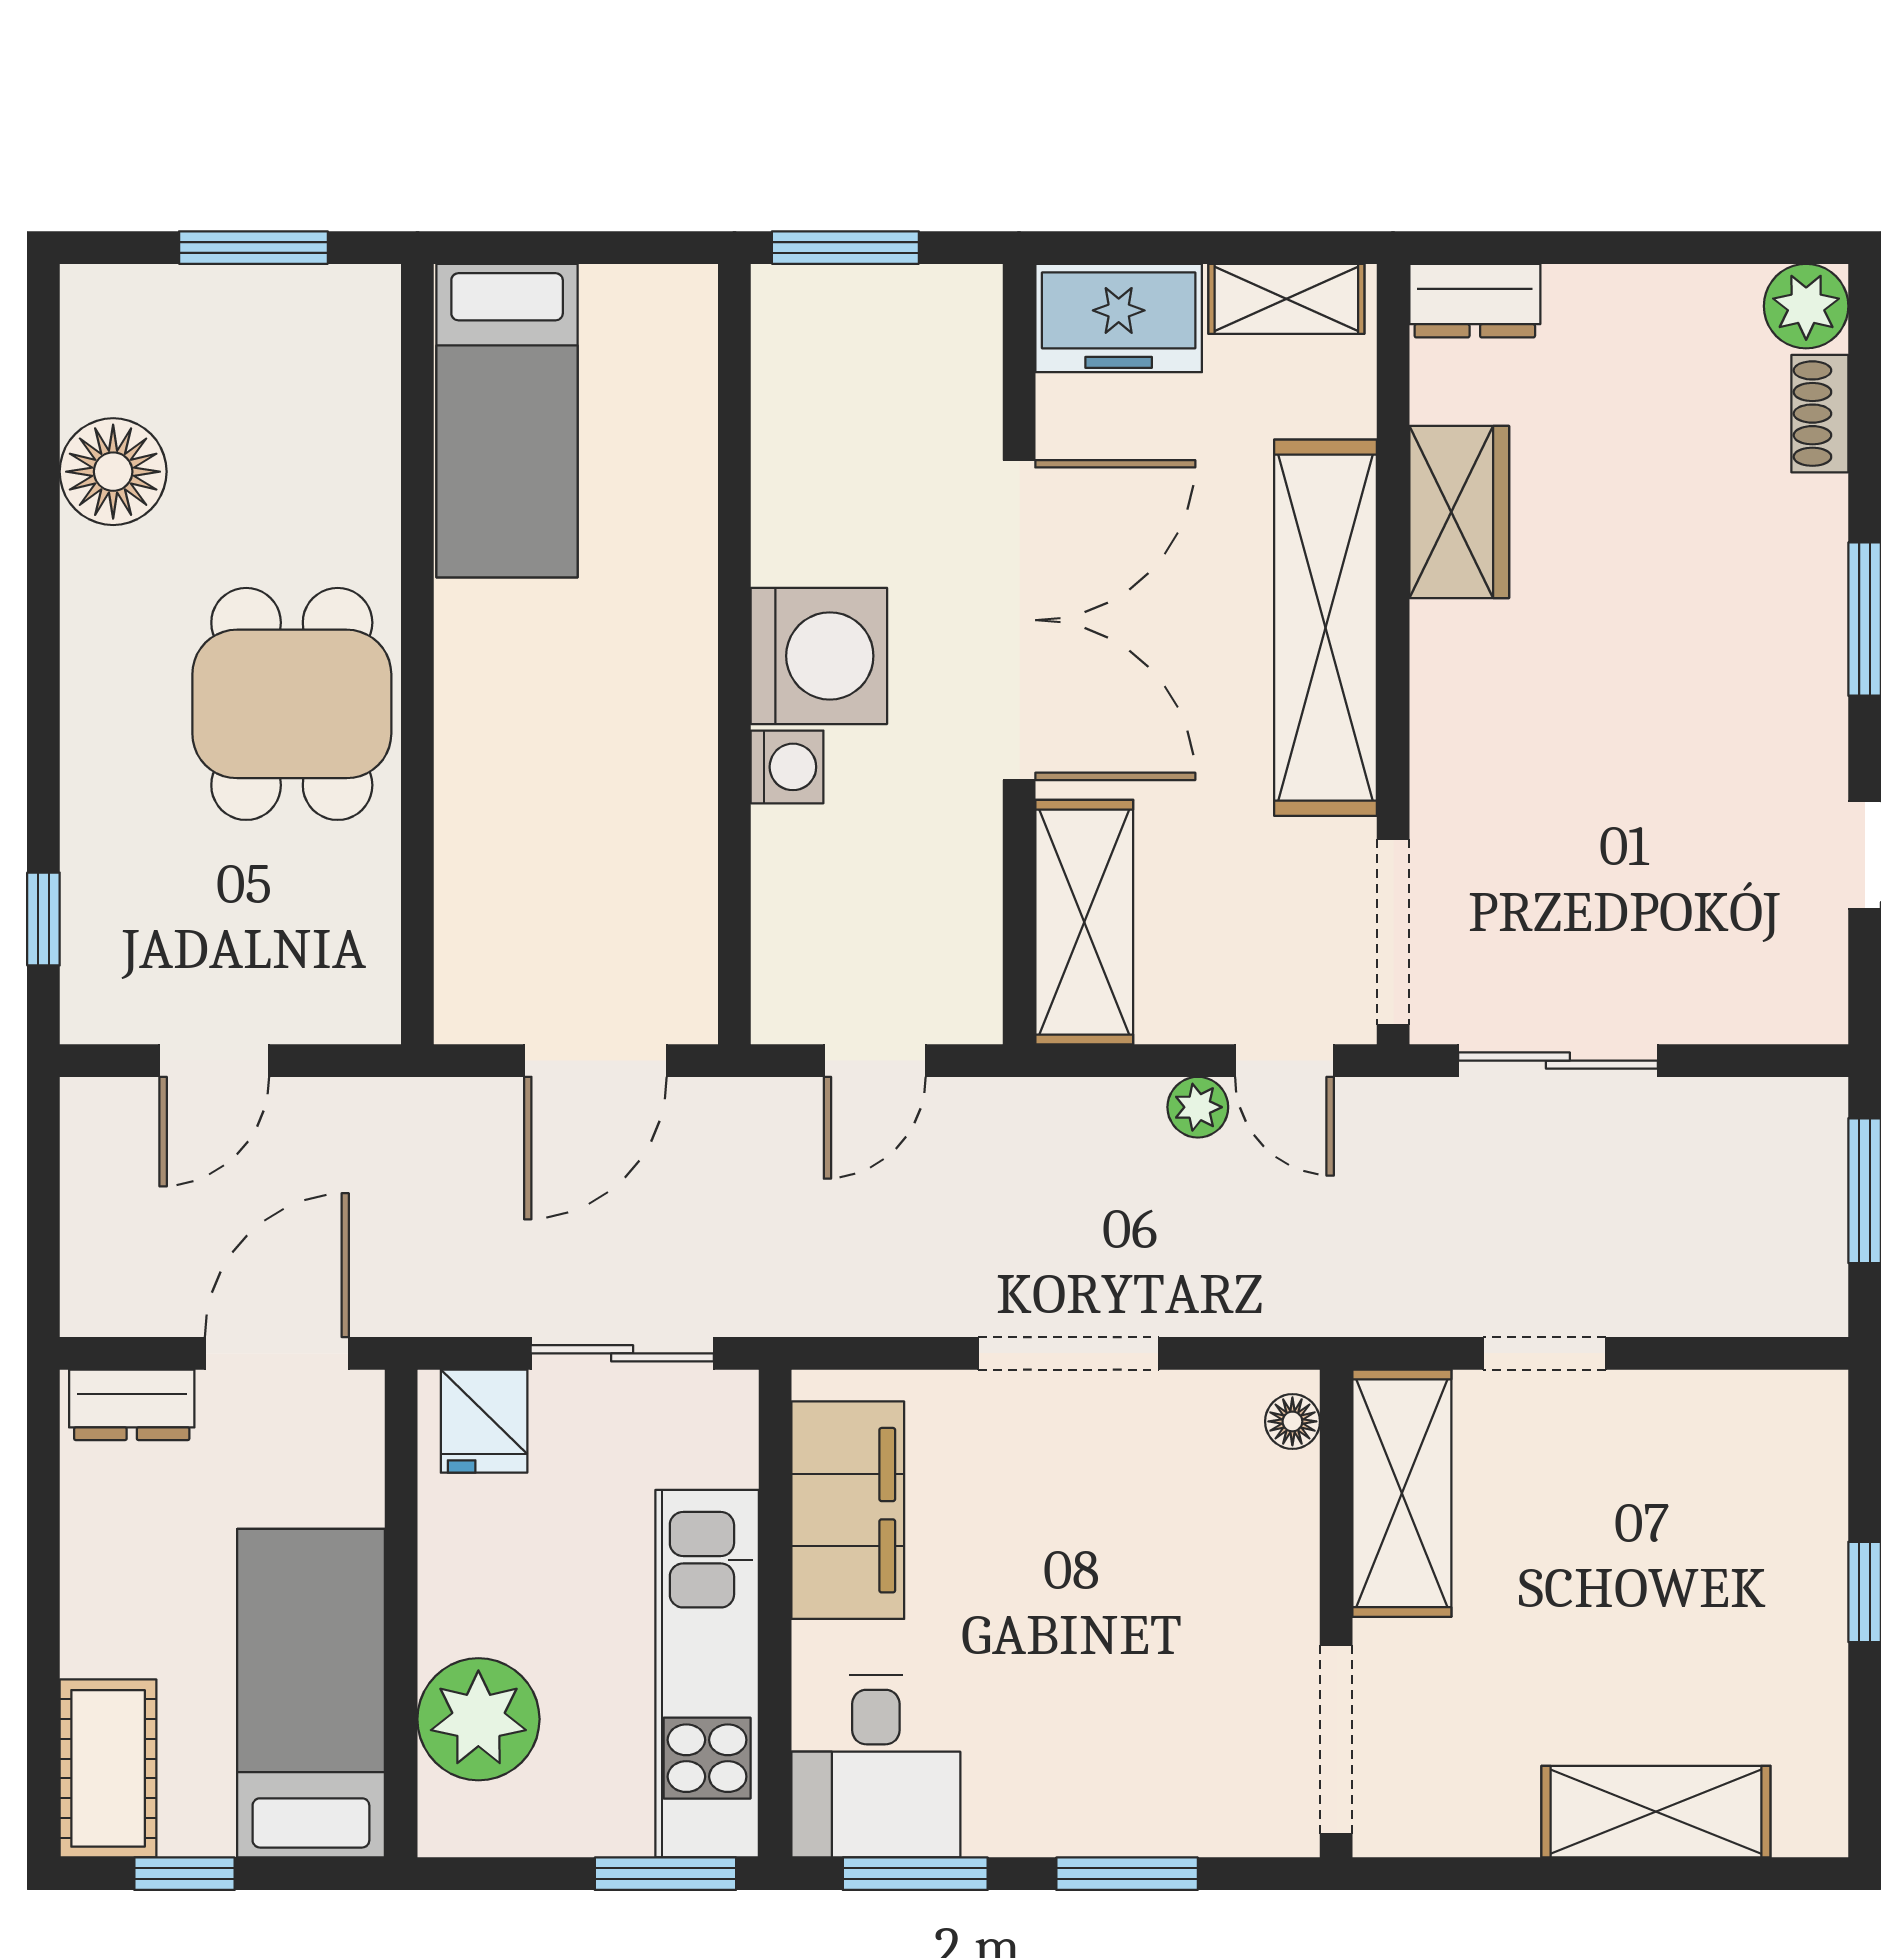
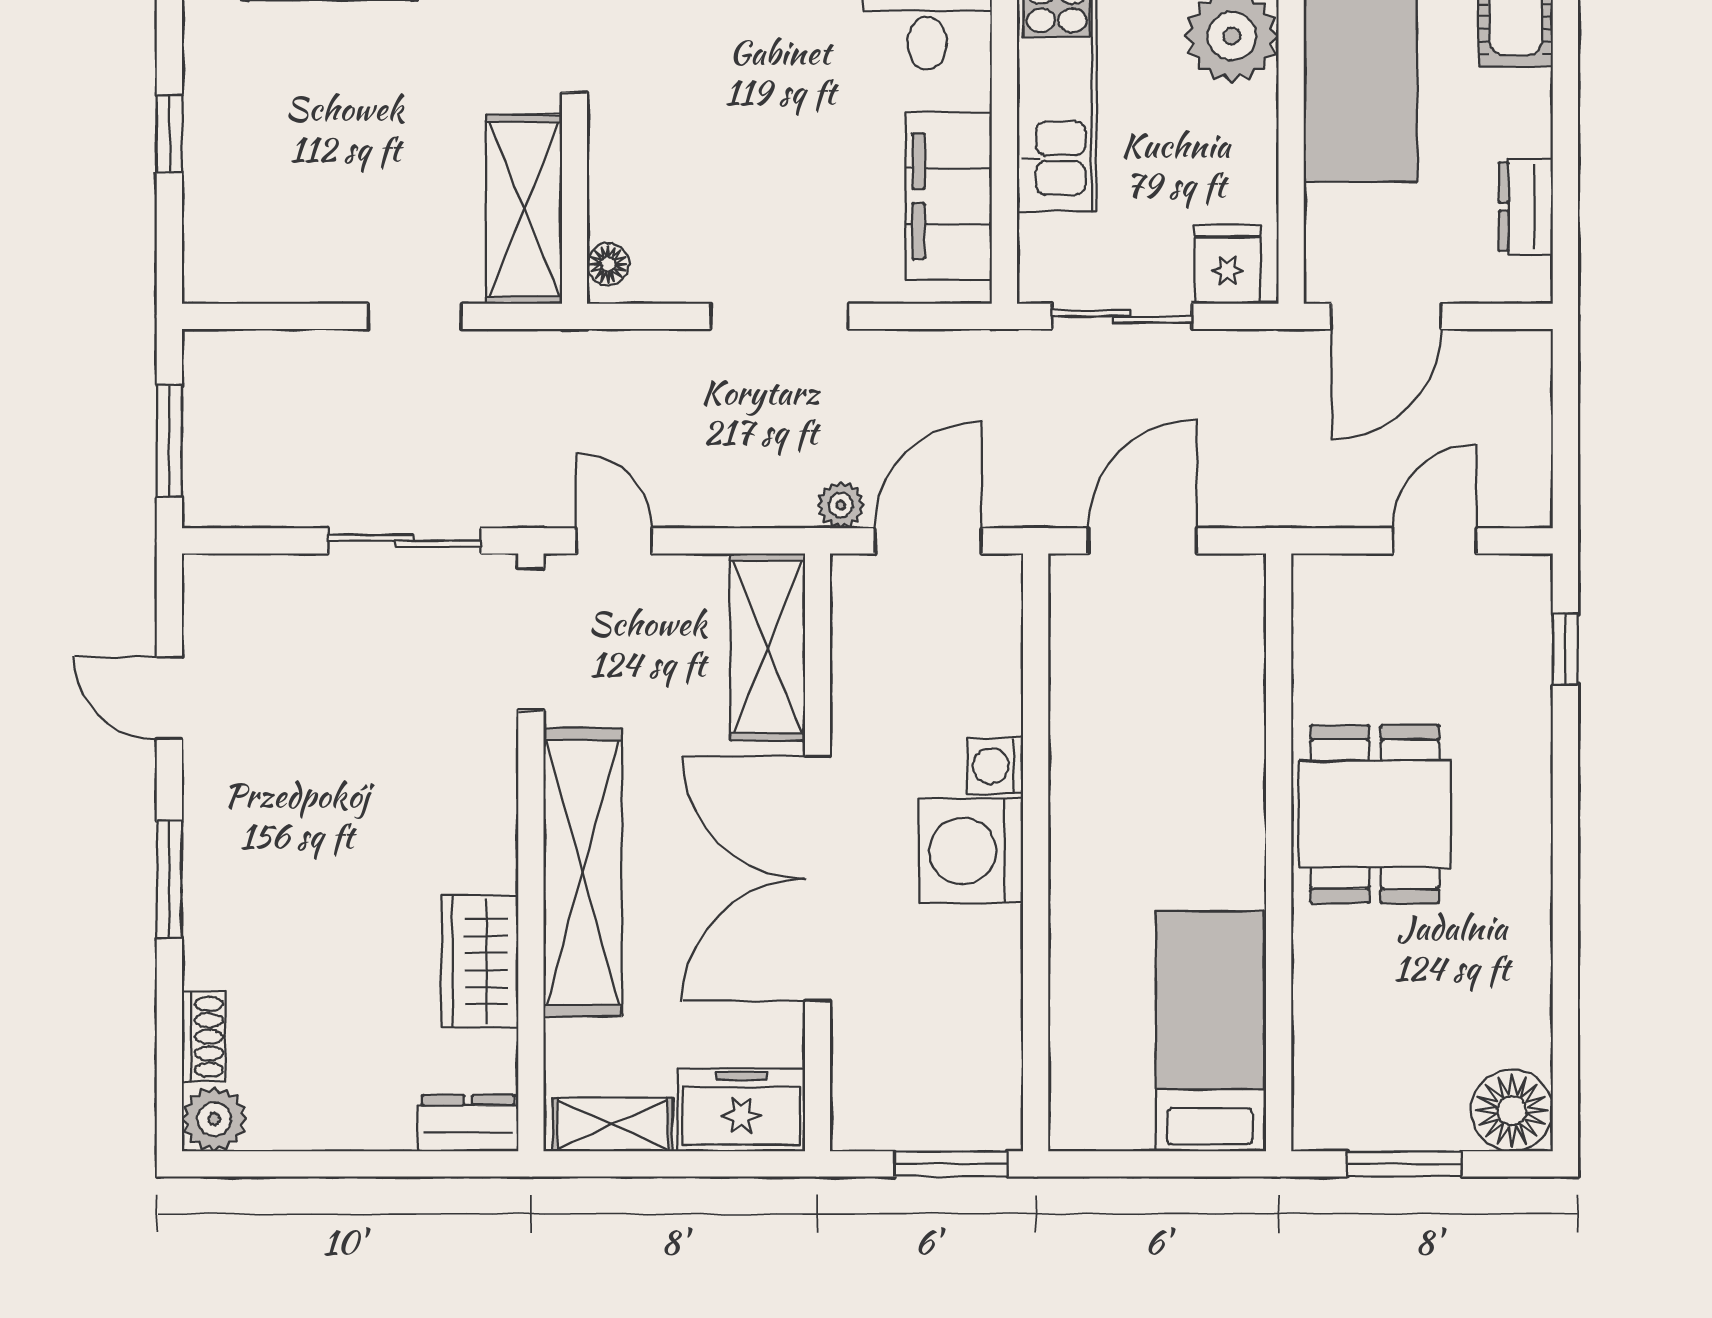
floor lamp: (113, 472) -> (1512, 1111), moved
door: (875, 1061) -> (928, 541), width x1.38
plant: (1198, 1107) -> (841, 505), moved
dresser: (132, 1405) -> (1526, 207), moved, turned -90

